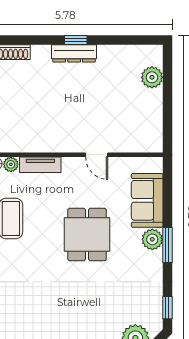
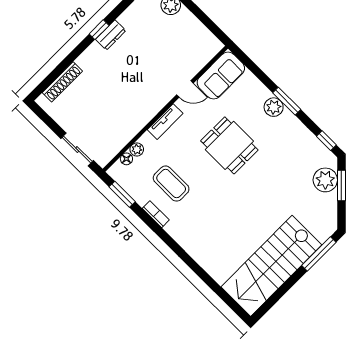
dresser: (74, 53) -> (111, 35), width x0.70
tv unit: (40, 165) -> (165, 122), moved
sofa: (147, 200) -> (221, 75), moved, turned -90

